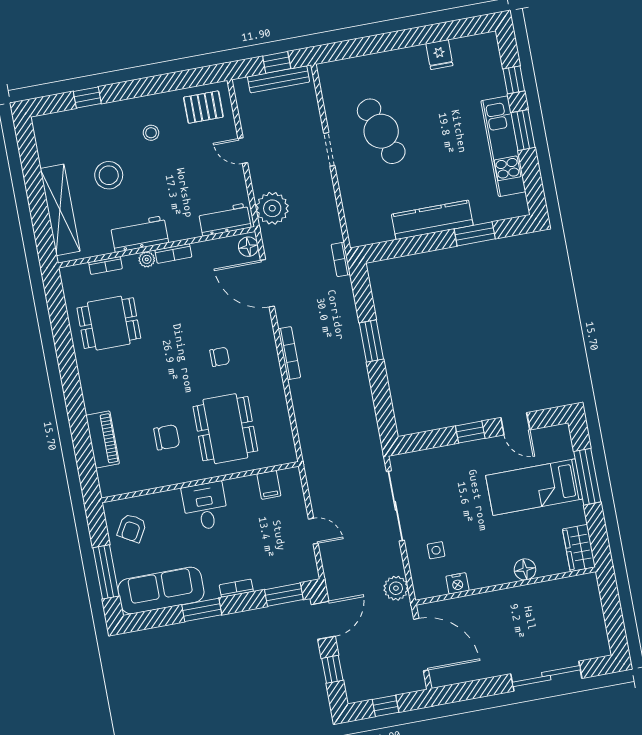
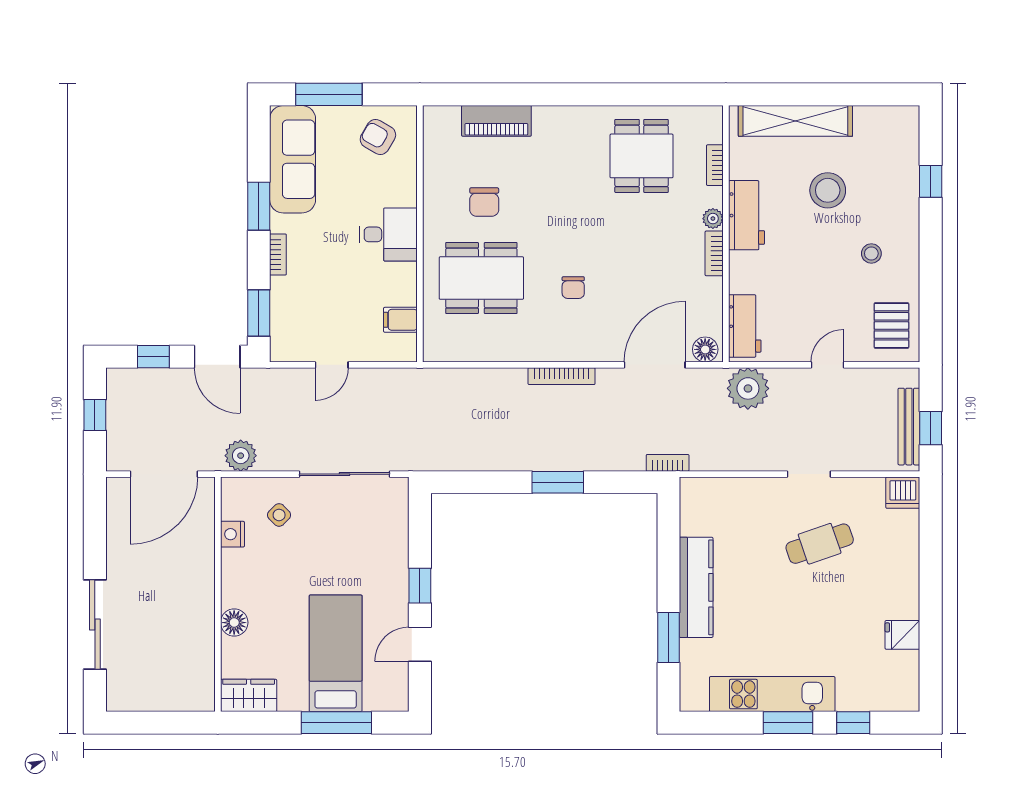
dishwasher: (330, 75) -> (903, 493), added
cafe table: (381, 131) -> (820, 544), width x0.73, depth x0.74
side table: (436, 550) -> (279, 515), turned 45

